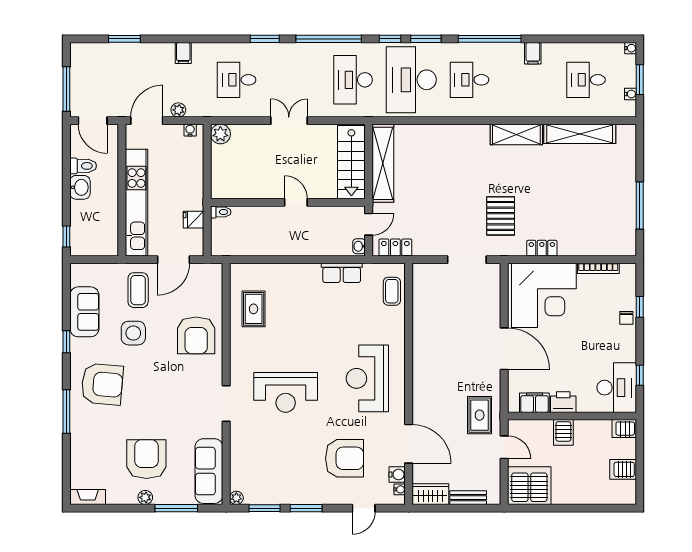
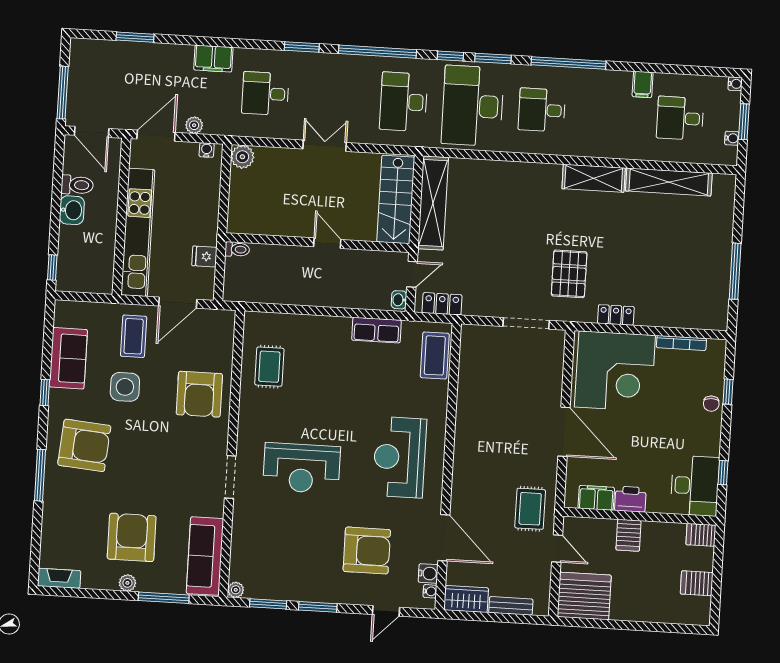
filing cabinet: (183, 53) -> (213, 59), width x2.00
filing cabinet: (533, 53) -> (643, 84), moved
coffee table: (392, 291) -> (435, 355), width x1.36, depth x1.30

